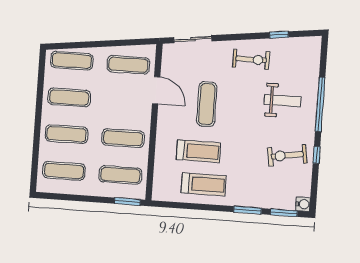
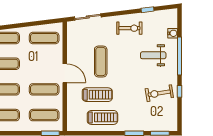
door: (156, 90) -> (65, 73), moved
weight bench: (282, 101) -> (153, 55), turned 180
water cooler: (303, 204) -> (173, 33), moved

